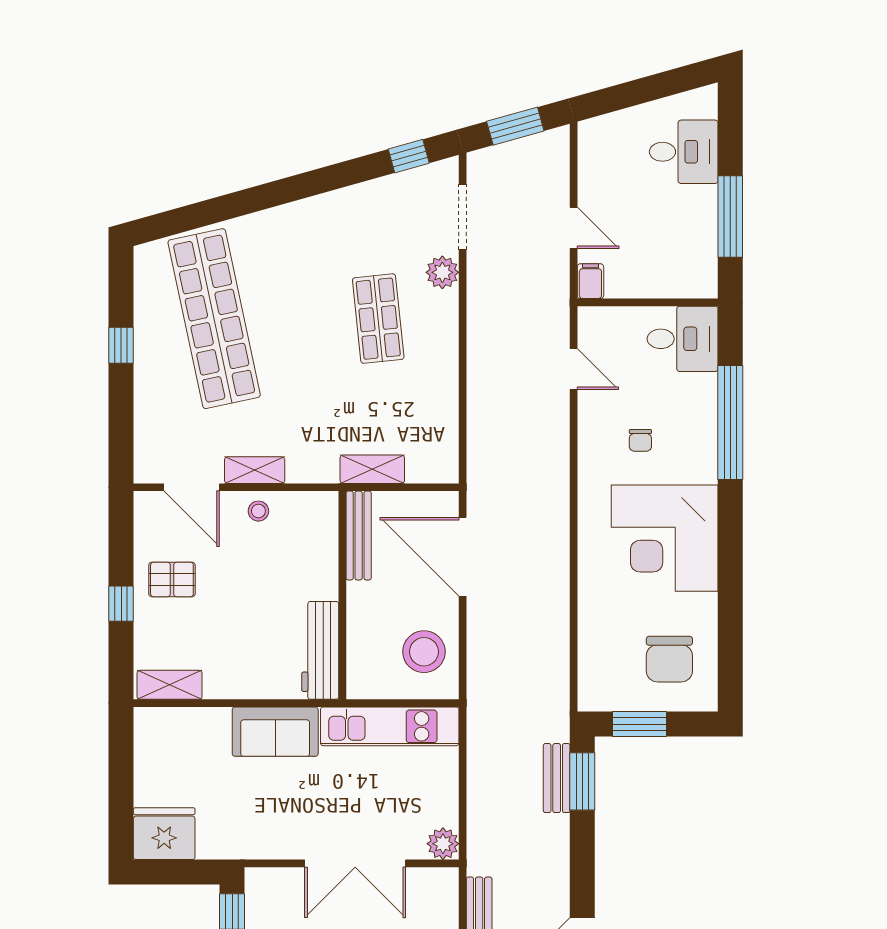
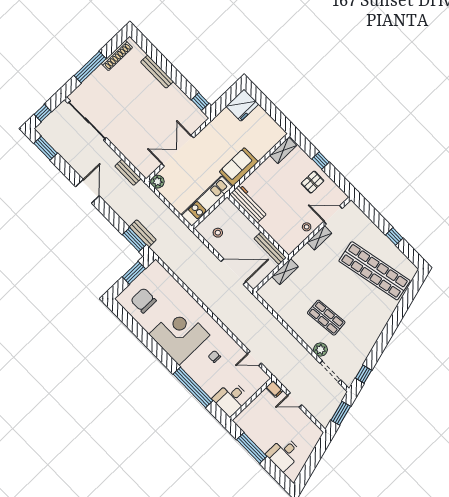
stool: (424, 652) -> (218, 233), width x0.53, depth x0.53

